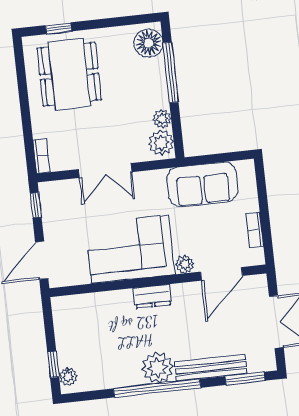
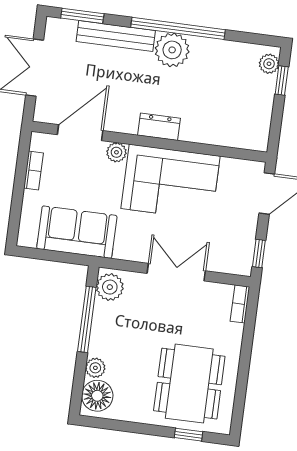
window: (171, 72) -> (87, 319), moved
plant: (162, 119) -> (95, 368), moved

